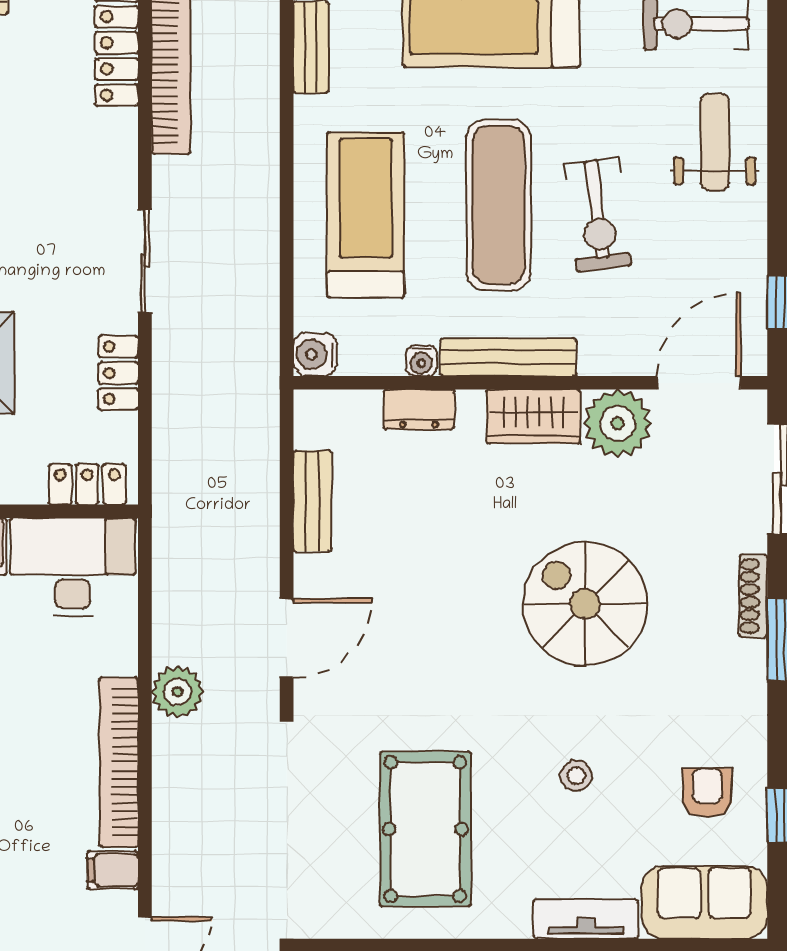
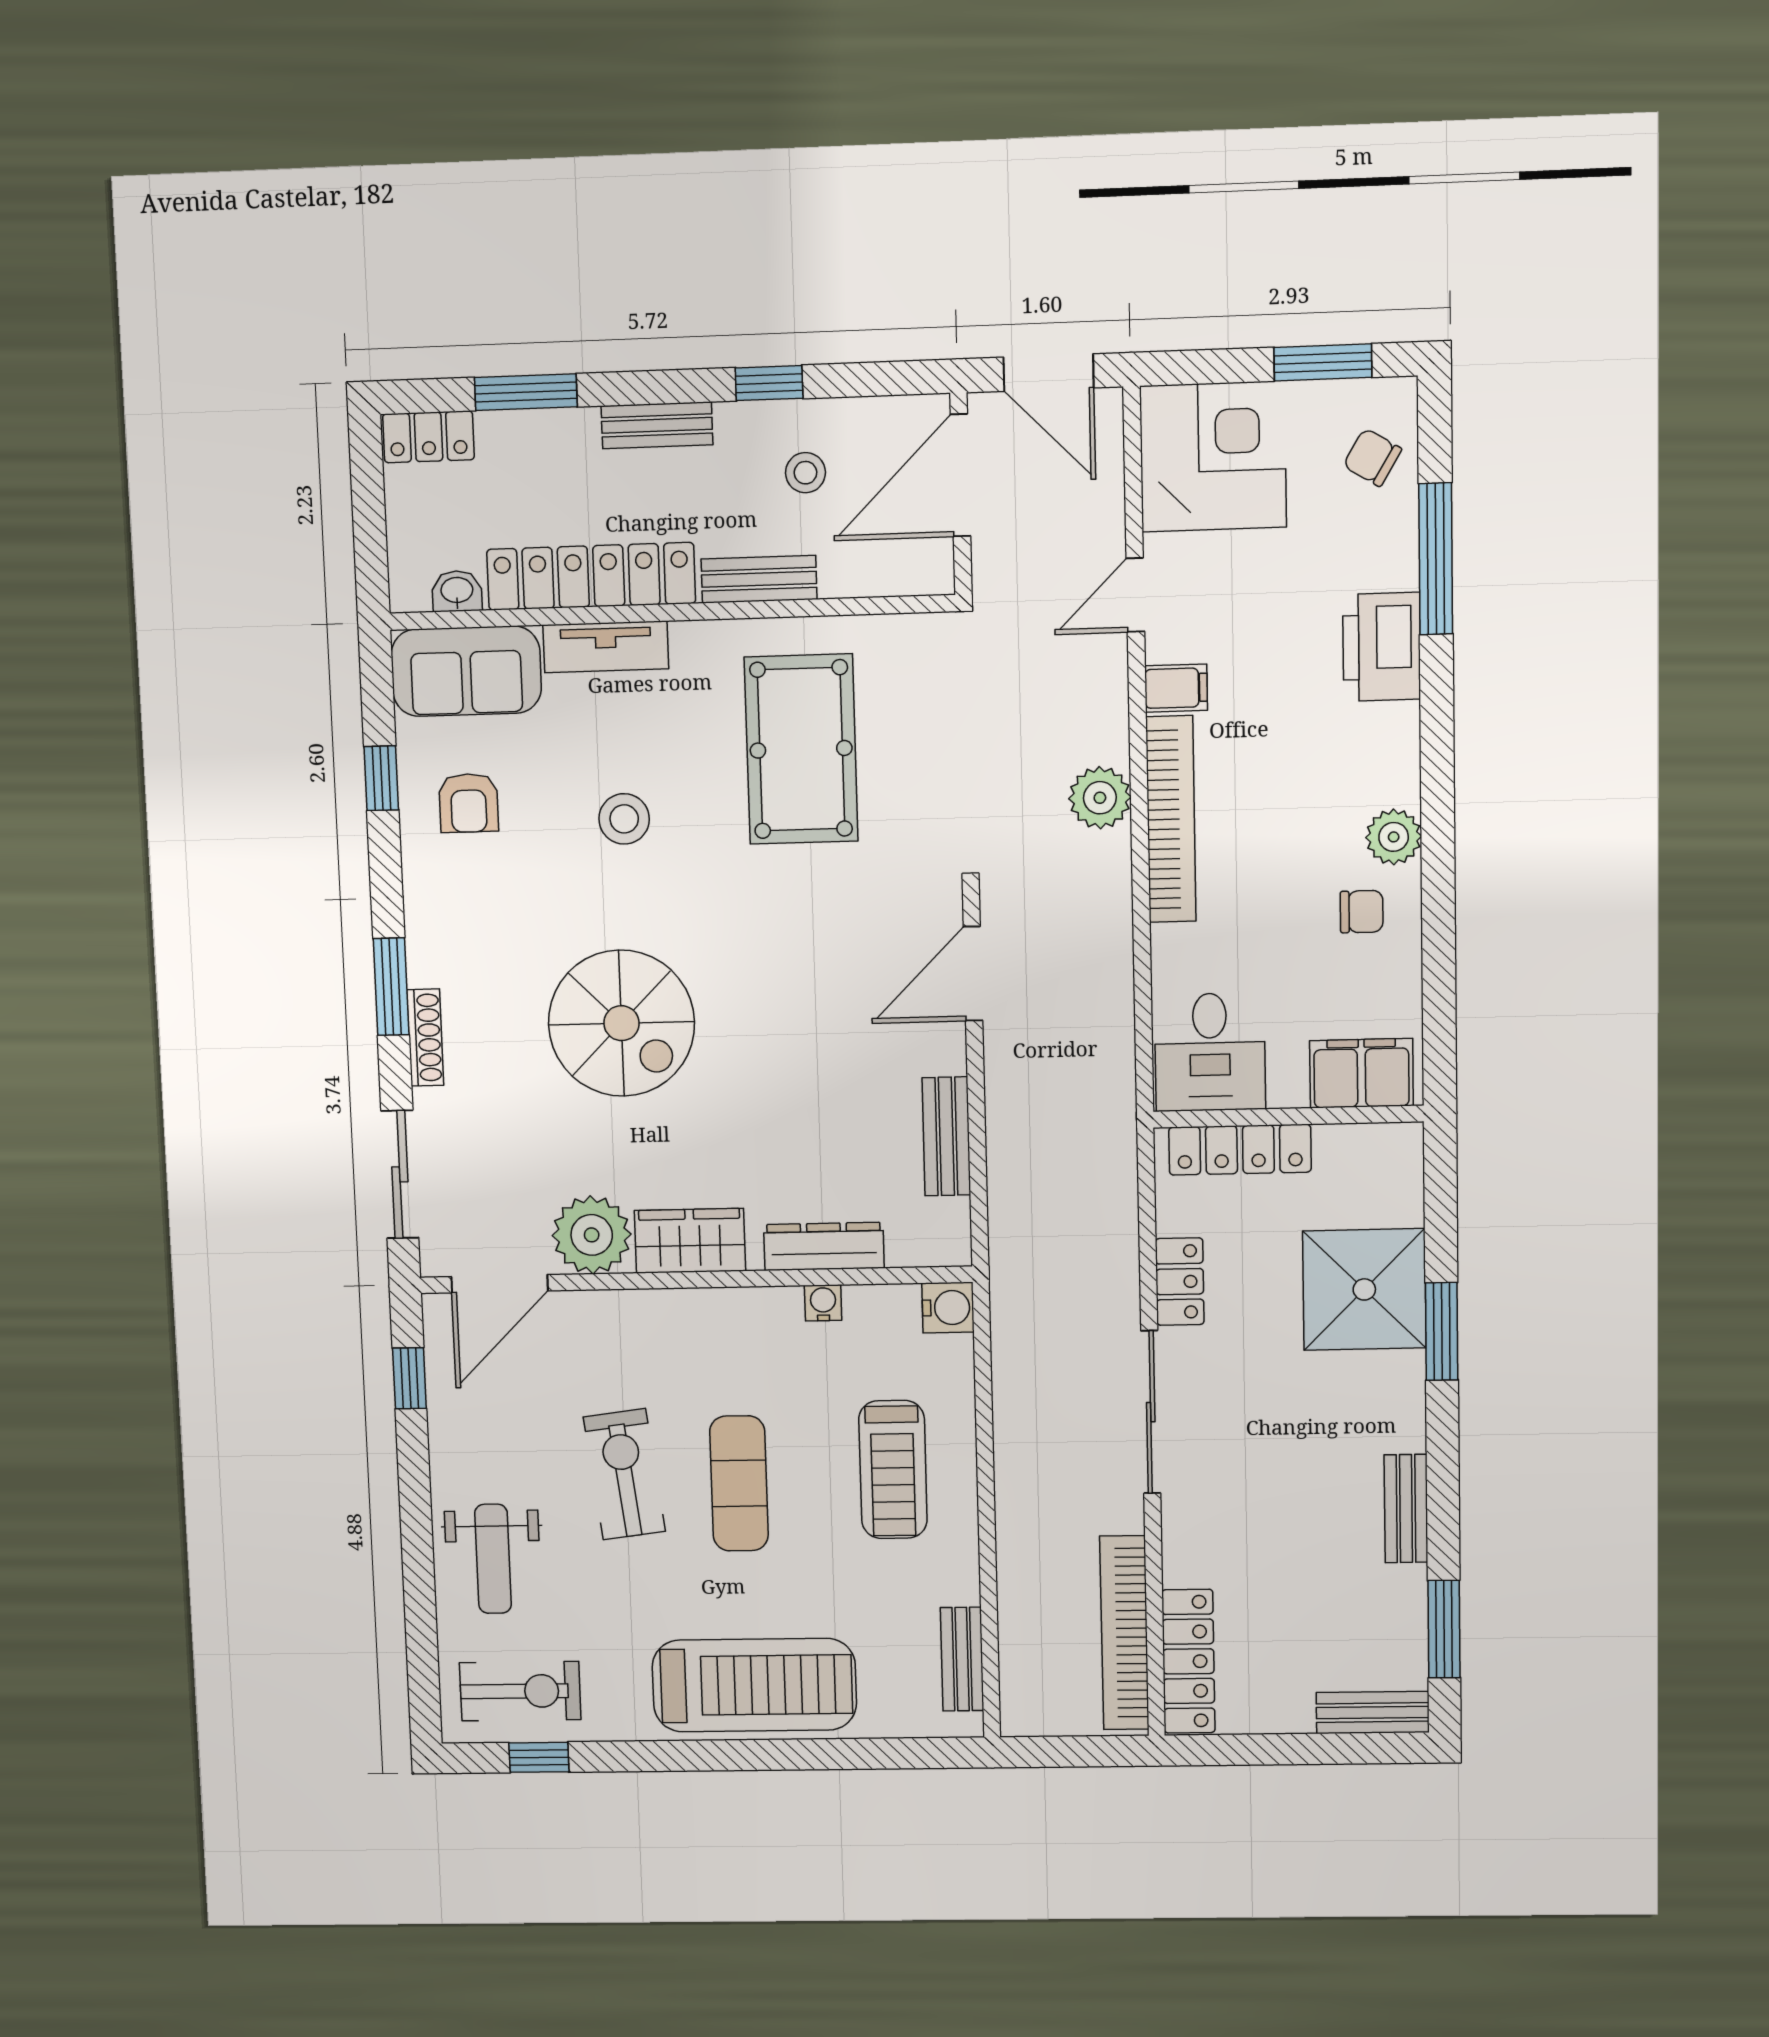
exercise mat: (499, 205) -> (739, 1483), width x0.73, depth x0.69
treadmill: (366, 215) -> (893, 1470), width x0.73, depth x0.73
sliding door: (145, 261) -> (1151, 1412), width x1.37
bench: (508, 357) -> (722, 1309), removed
dresser: (419, 409) -> (824, 1246), width x1.44
locker: (87, 484) -> (1240, 1150), width x1.53
desk: (73, 567) -> (1210, 1052), width x0.73
plant: (177, 692) -> (1100, 798), moved
stool: (576, 776) -> (624, 819), width x1.37, depth x1.37

